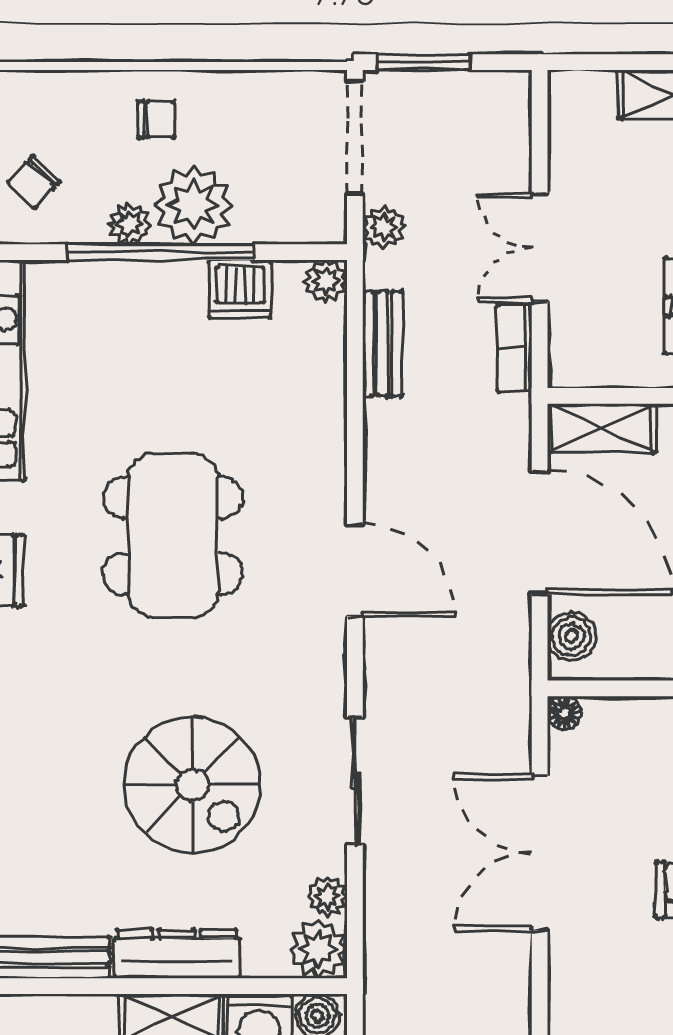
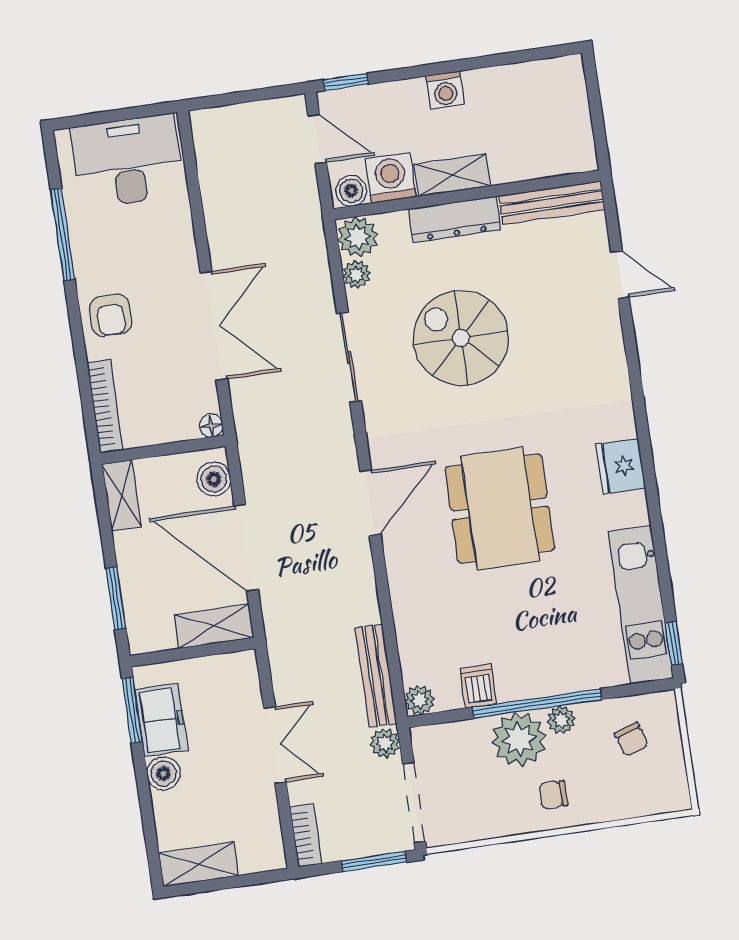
chair: (34, 182) -> (631, 739), turned 119
dishwasher: (240, 289) -> (478, 686), width x0.73
bench: (383, 344) -> (376, 676), width x1.36
bookcase: (514, 348) -> (306, 835), moved
door: (355, 570) -> (370, 503), swing flipped

